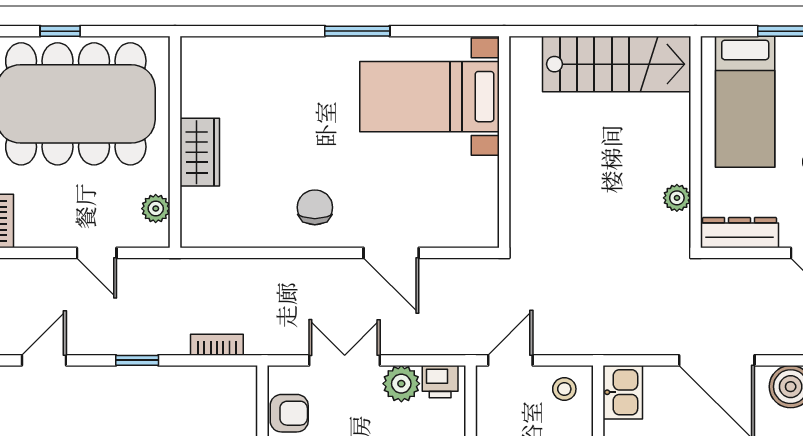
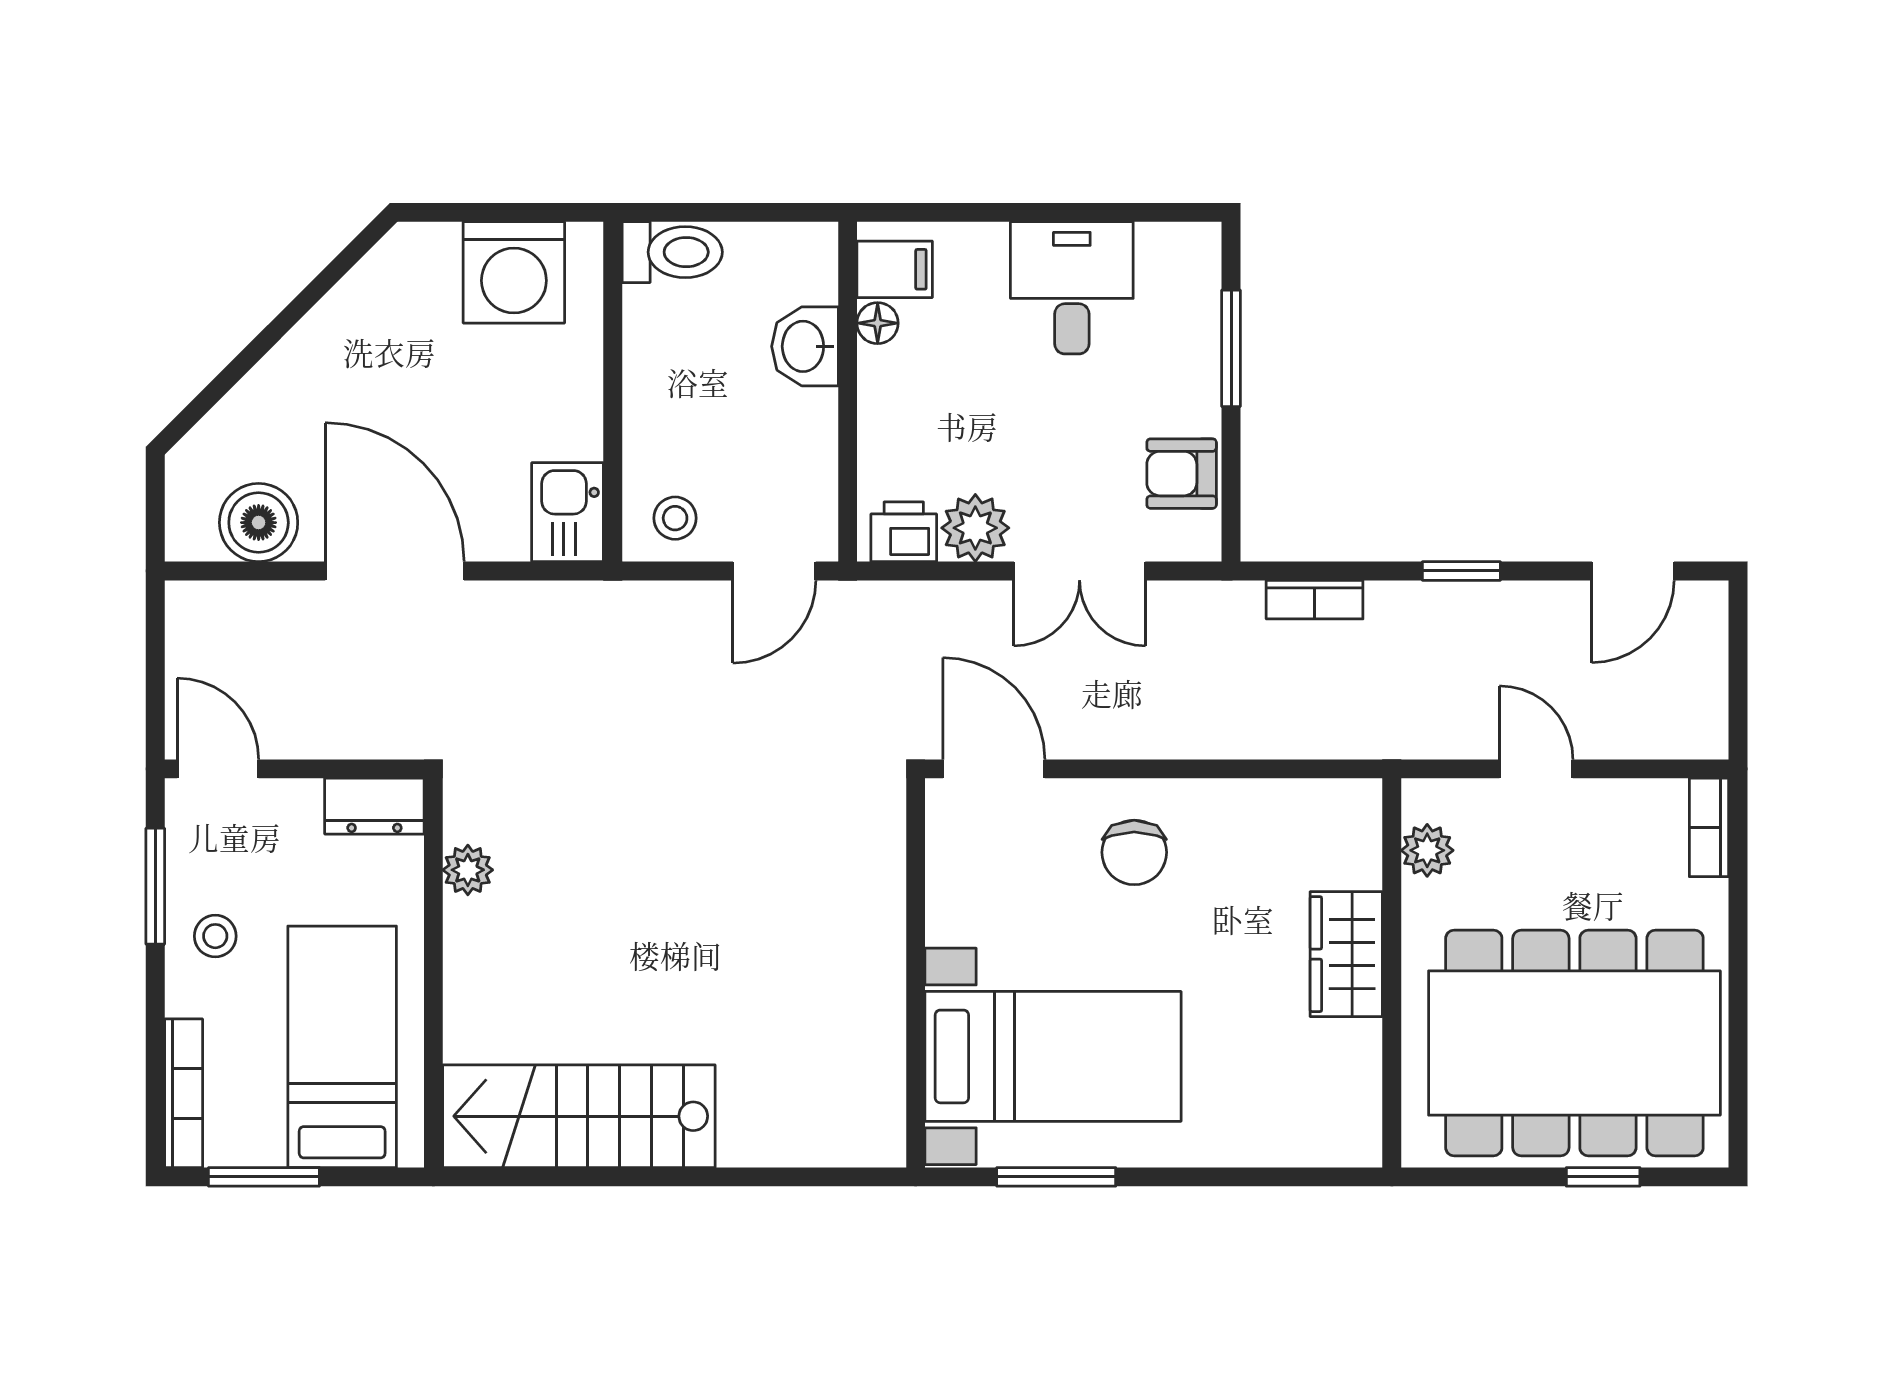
bed with nightstands: (430, 97) -> (1053, 1056), moved
wall: (504, 142) -> (916, 973), moved
dresser: (739, 233) -> (374, 806), width x0.70

